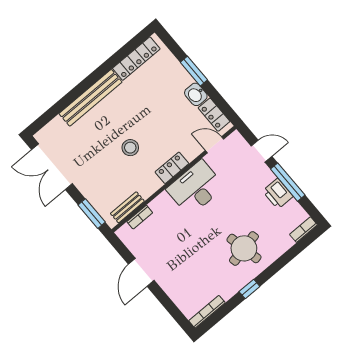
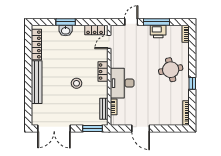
washbasin: (196, 94) -> (66, 30), moved
desk: (196, 188) -> (122, 83), moved

